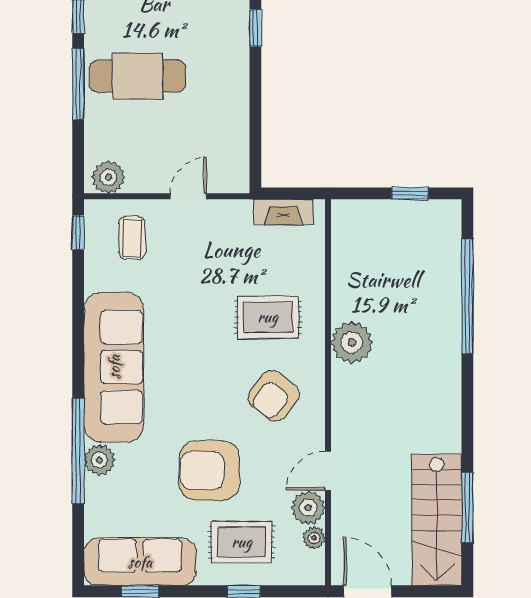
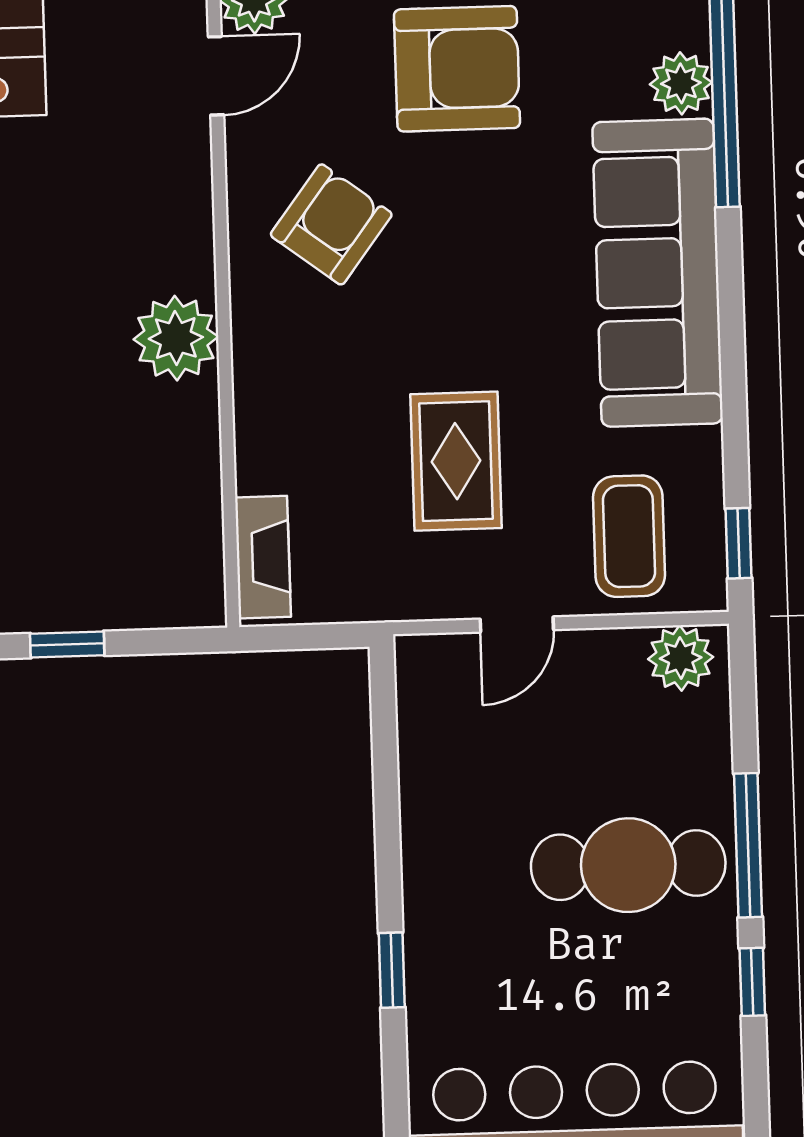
fireplace: (283, 212) -> (263, 557), moved, turned 90
coffee table: (132, 238) -> (629, 536), width x1.36, depth x1.30
rug: (268, 317) -> (456, 461), moved, turned 90

